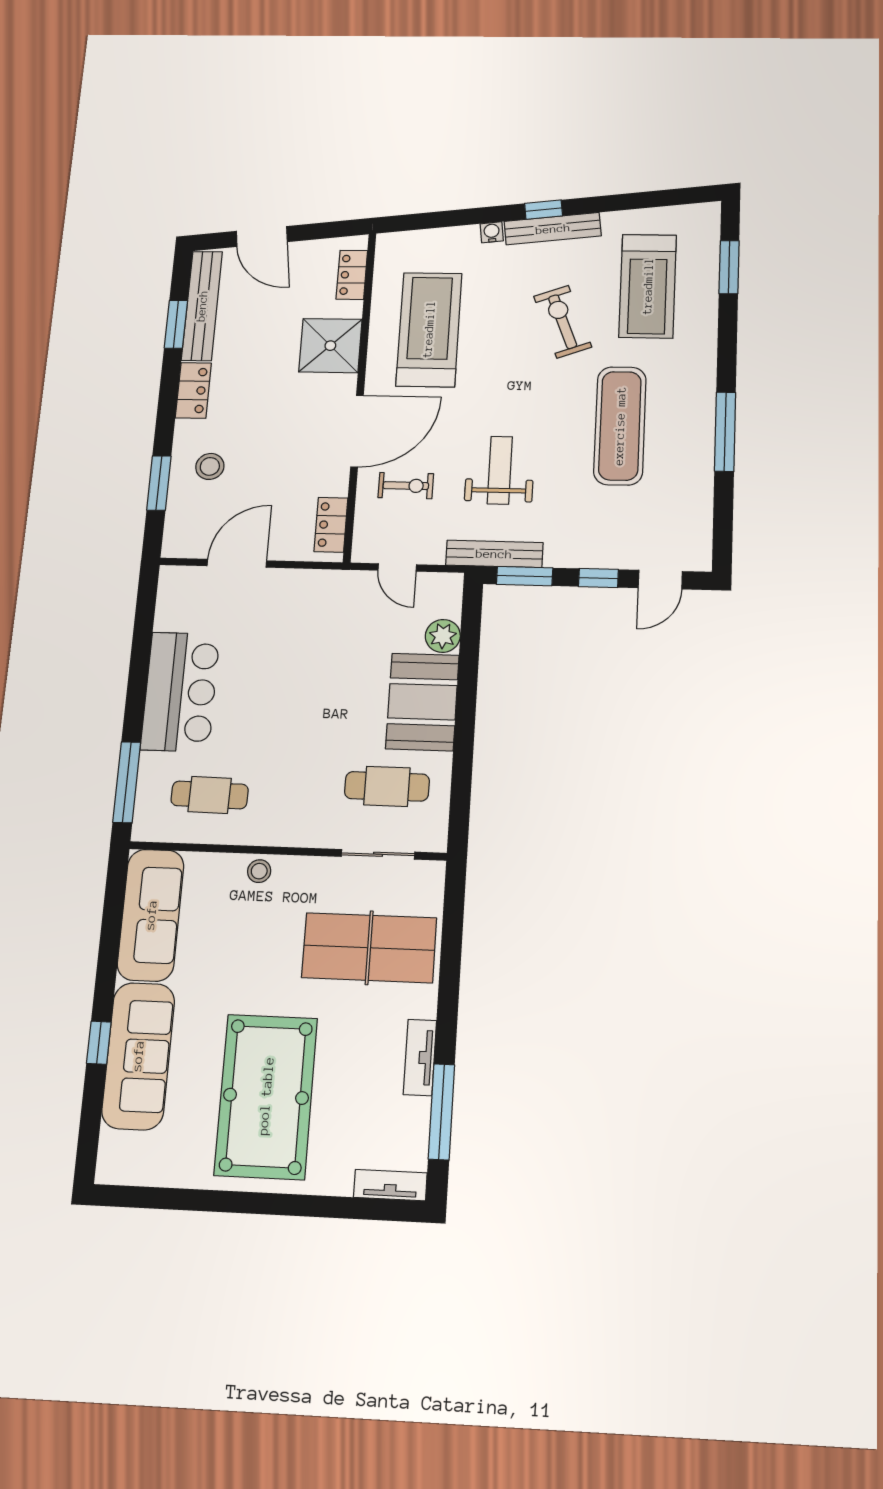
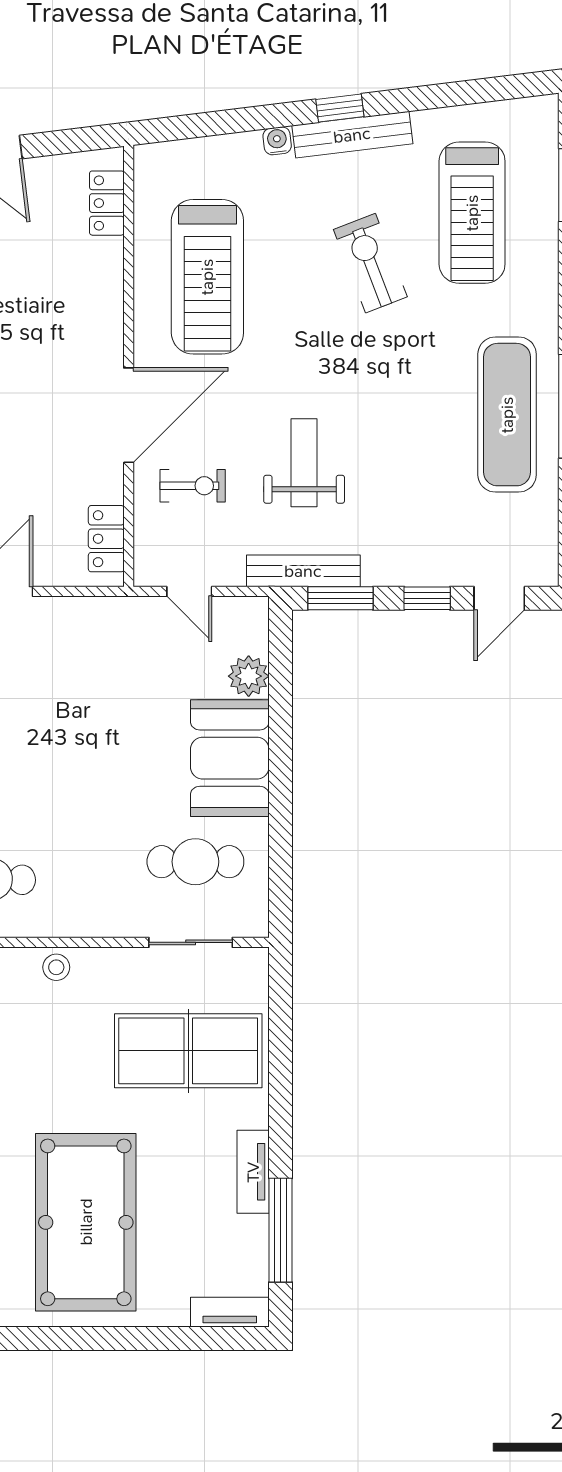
treadmill: (429, 329) -> (207, 277), turned 180
shower: (330, 346) -> (87, 301), removed
exercise mat: (620, 426) -> (507, 415), moved

